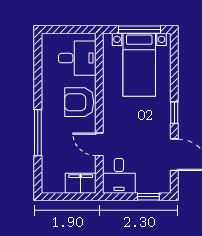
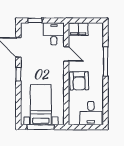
desk: (77, 58) -> (91, 113), moved, turned -90
armchair: (79, 102) -> (79, 81), turned 89

